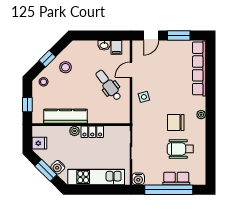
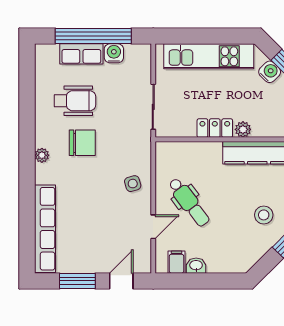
stool: (65, 67) -> (264, 215), moved
water cooler: (138, 179) -> (114, 53), moved

